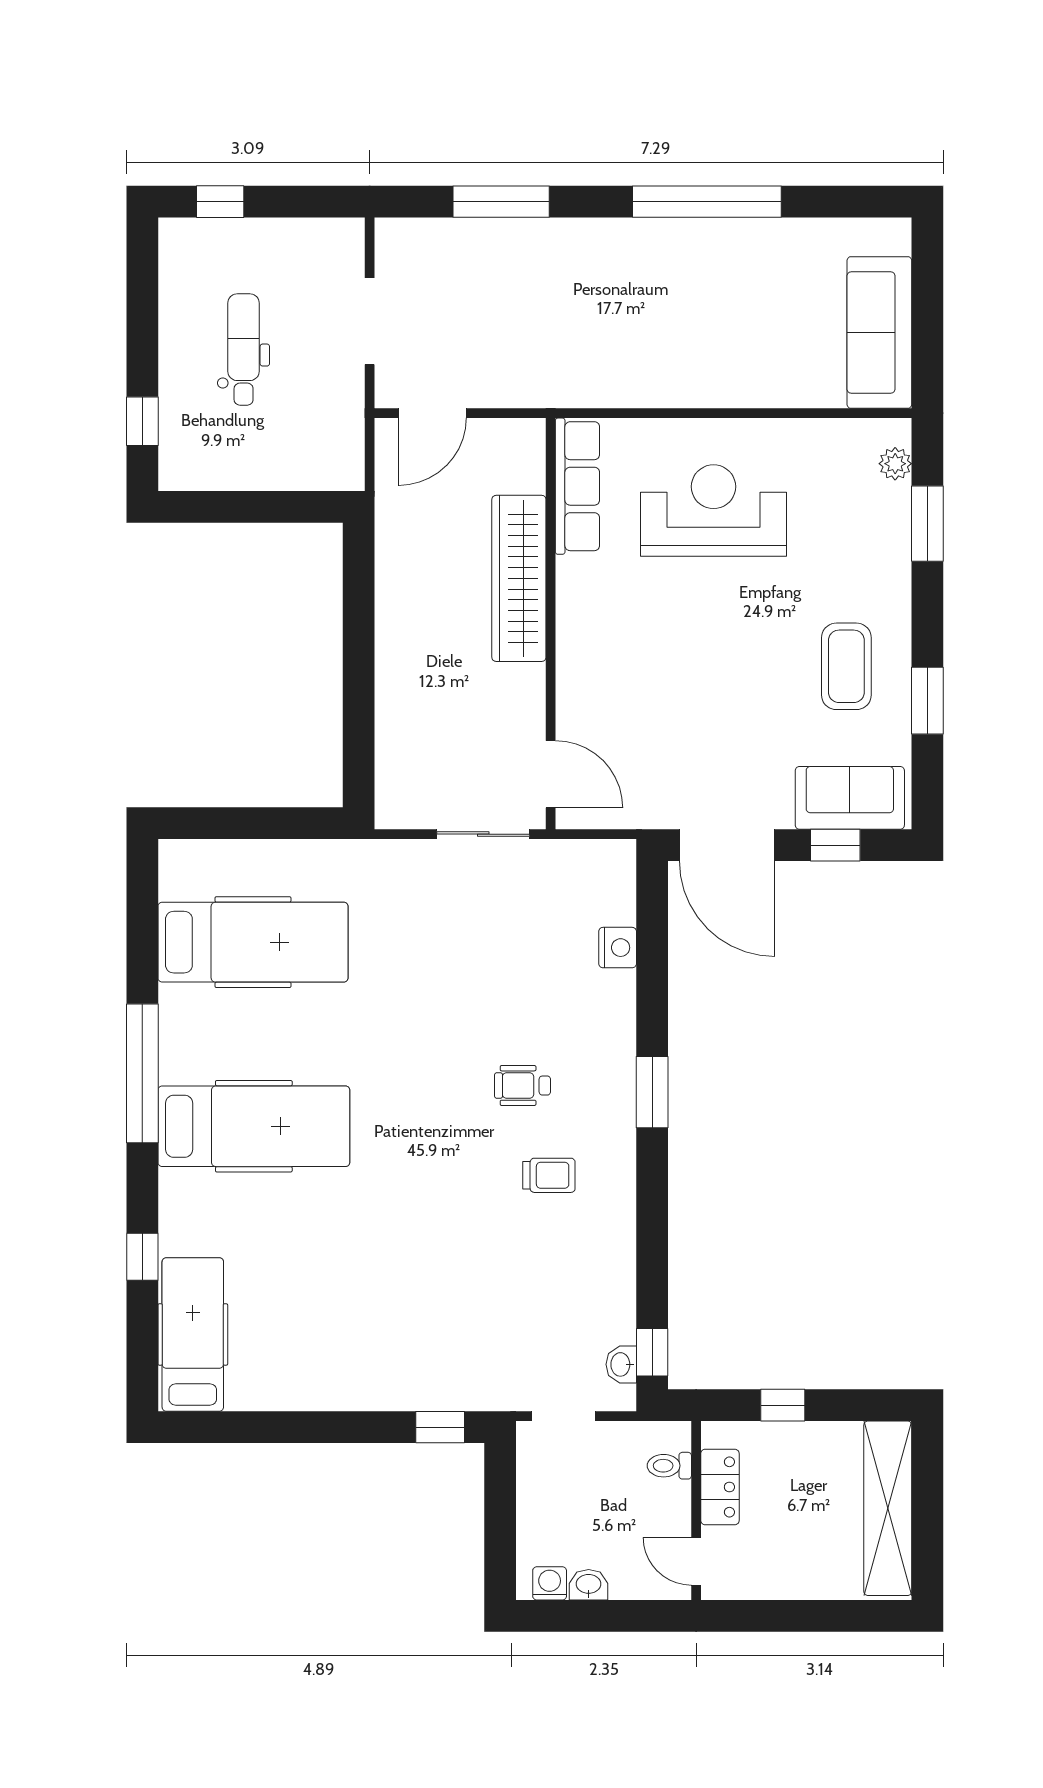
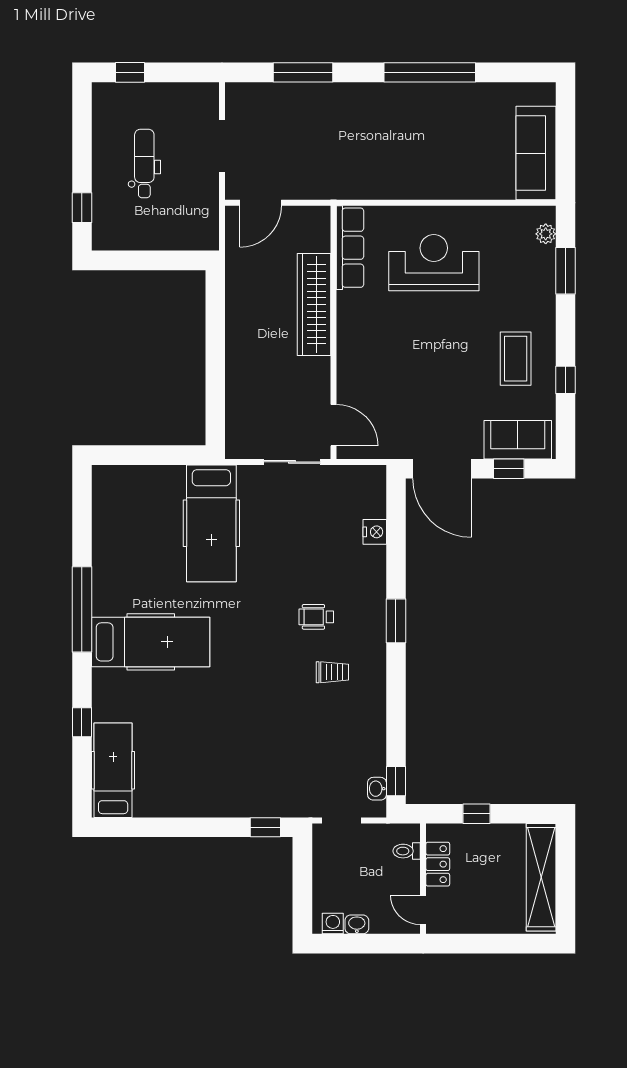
window: (927, 701) -> (566, 380), width x0.67
hospital bed: (253, 942) -> (211, 523), moved, turned 90

